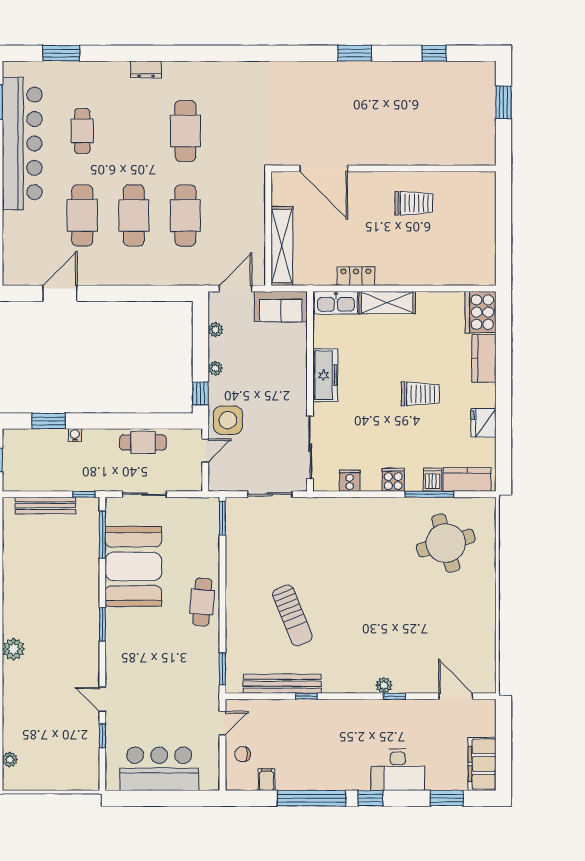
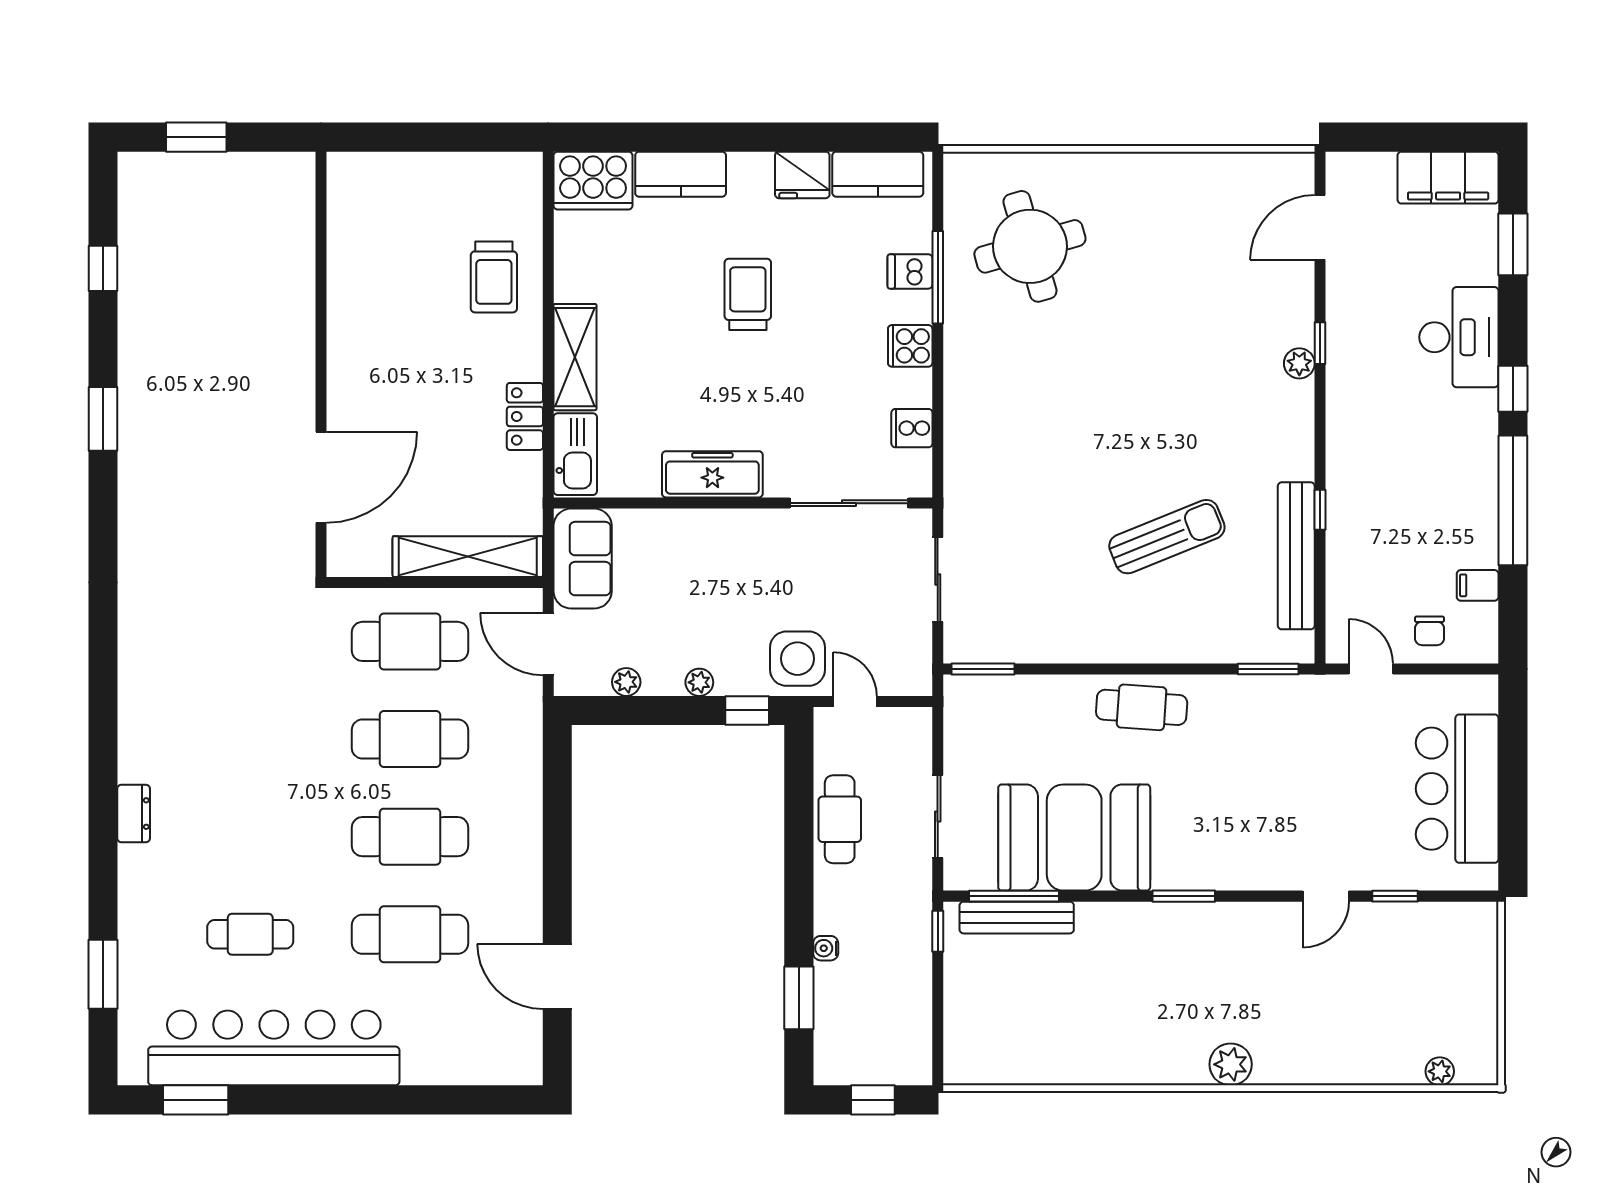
cafe table: (185, 131) -> (410, 641), moved
trolley: (414, 203) -> (494, 277), moved, turned 180
kitchen counter: (467, 479) -> (878, 174), moved, turned -90
bench: (45, 506) -> (1017, 918), moved, turned 90

